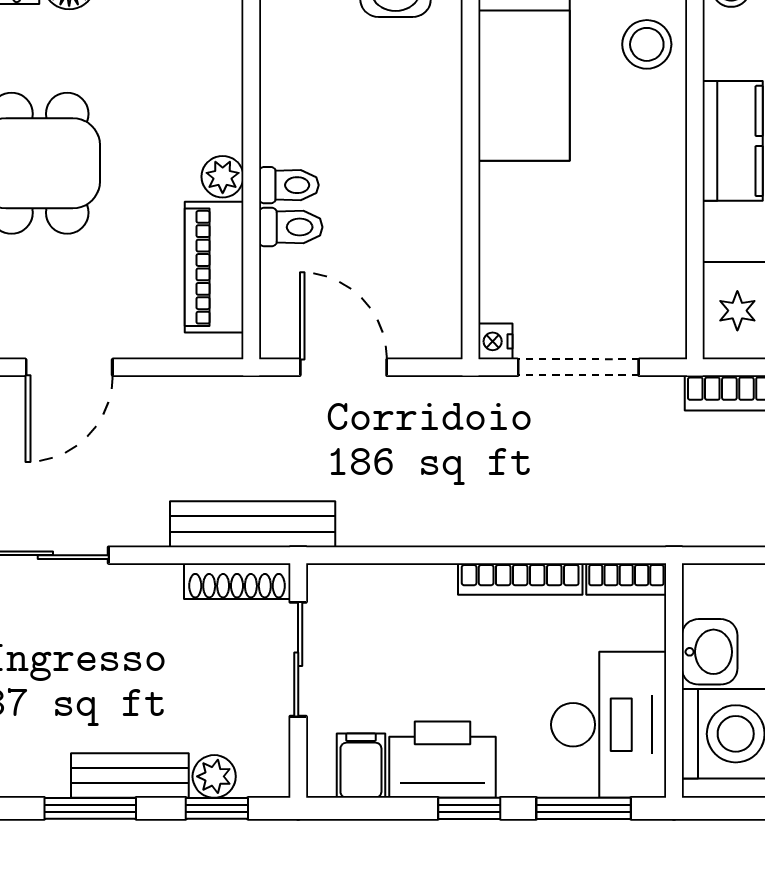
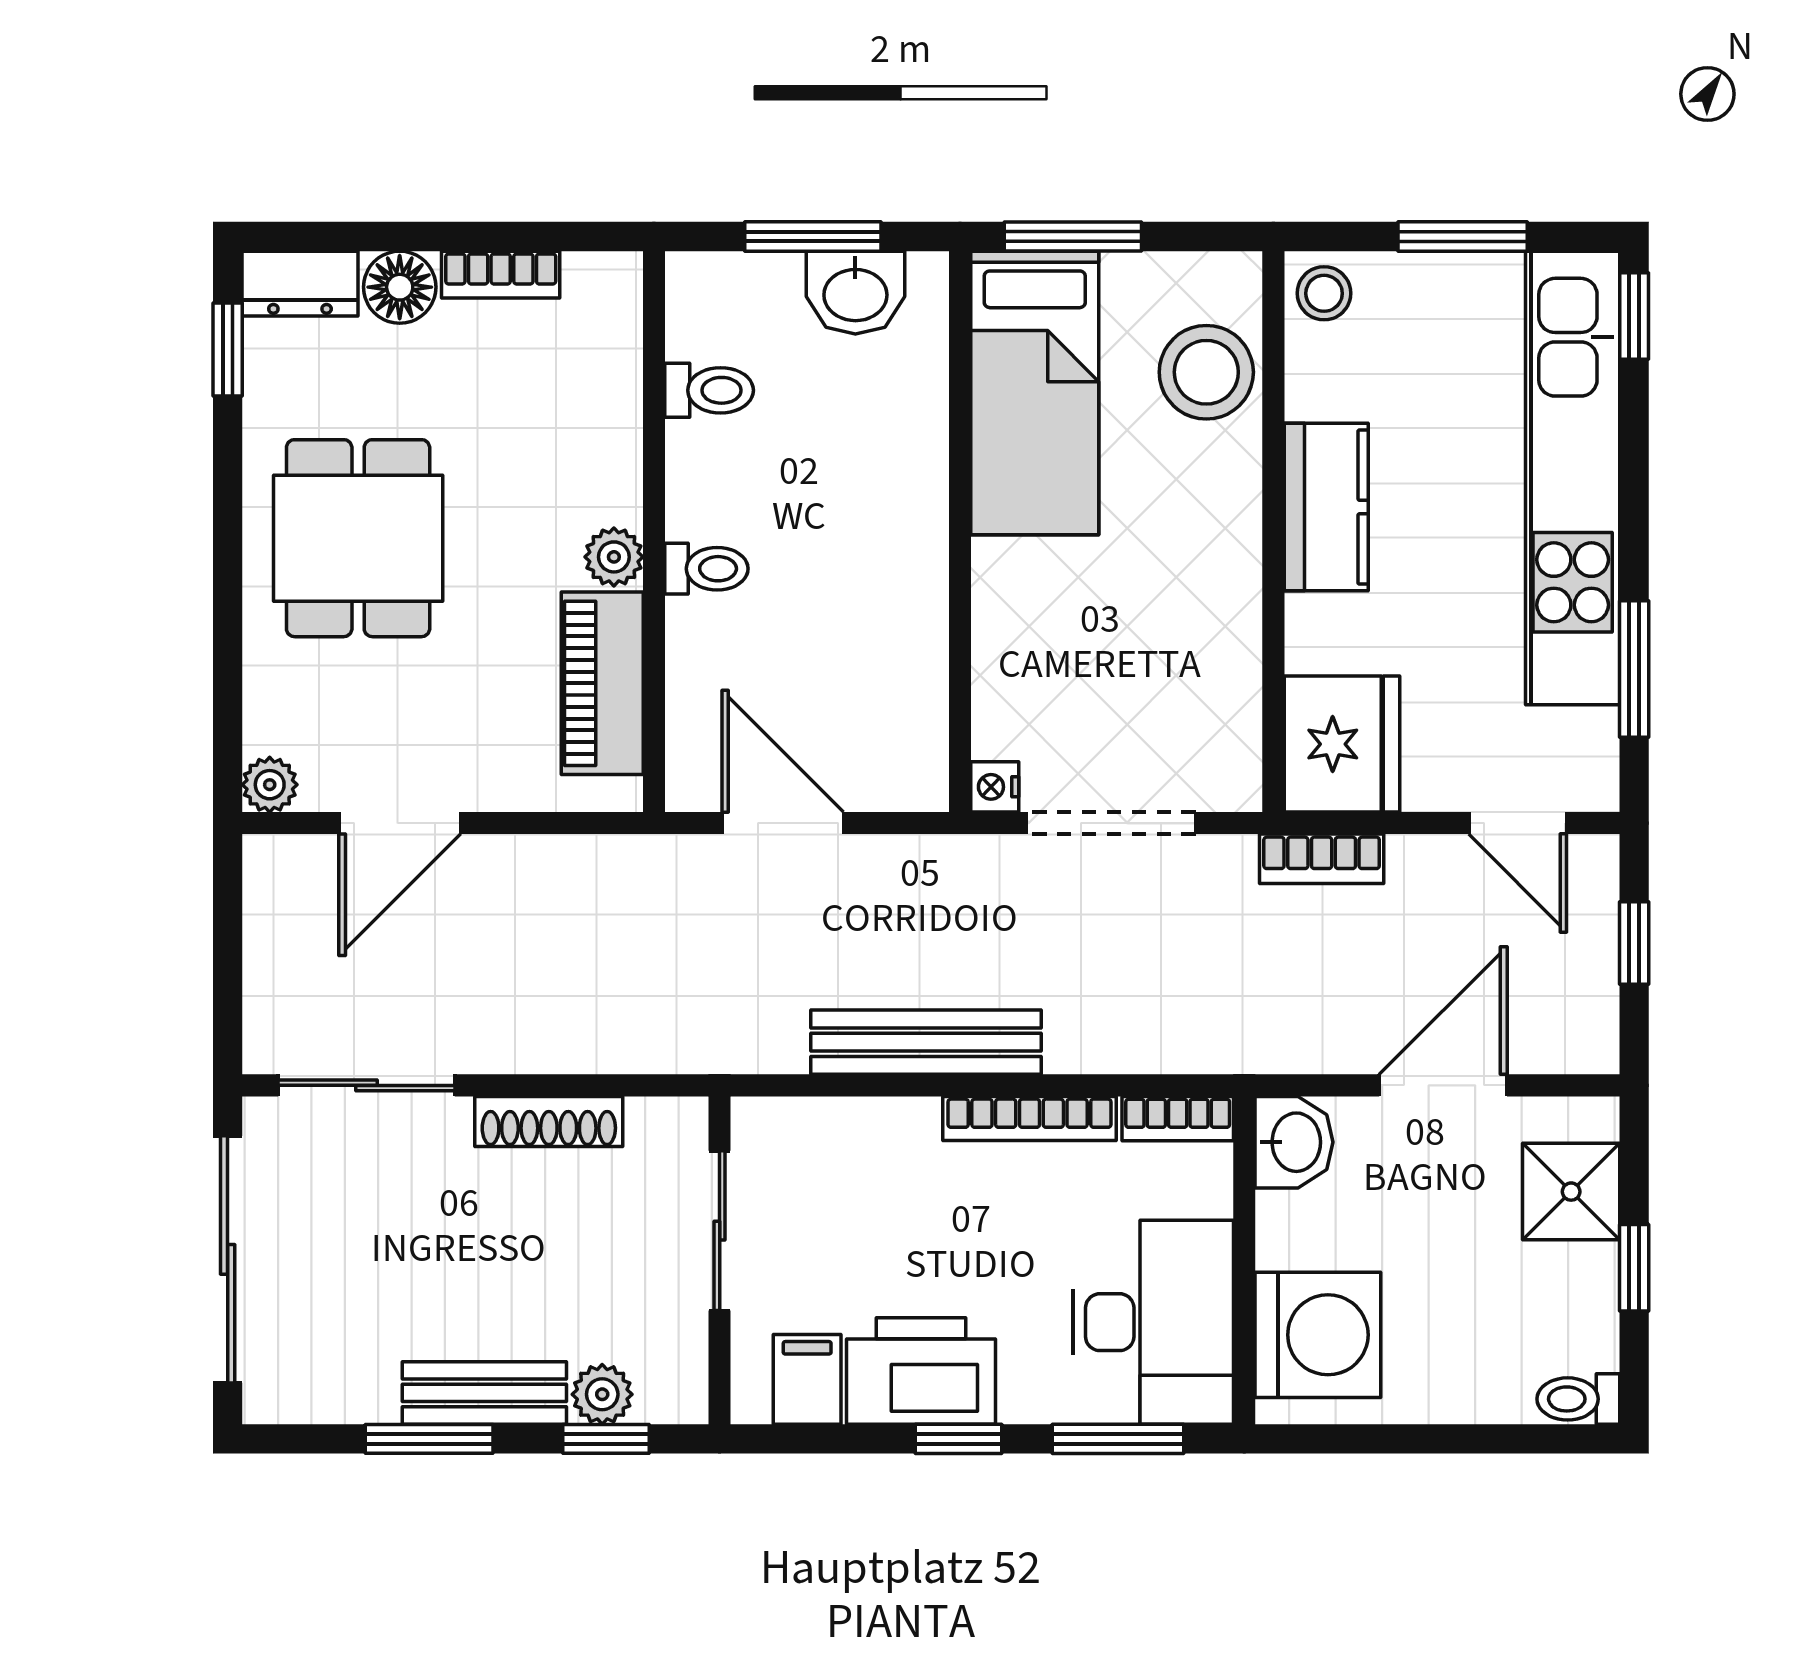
stool: (647, 44) -> (1206, 372), width x1.38, depth x1.38
toilet: (291, 227) -> (709, 390), moved
bench: (253, 524) -> (926, 1042), moved
shoe rack: (237, 581) -> (549, 1121), moved
washbasin: (710, 652) -> (1294, 1142), moved

